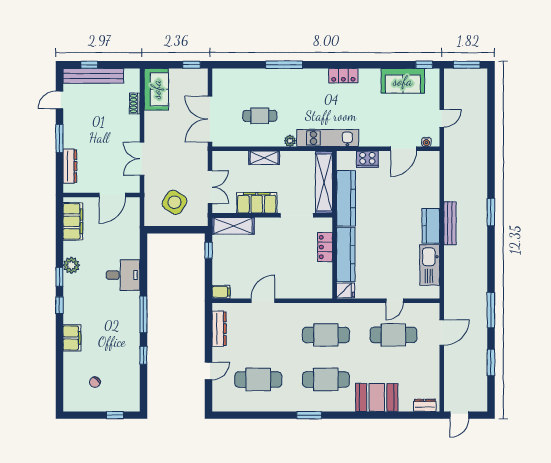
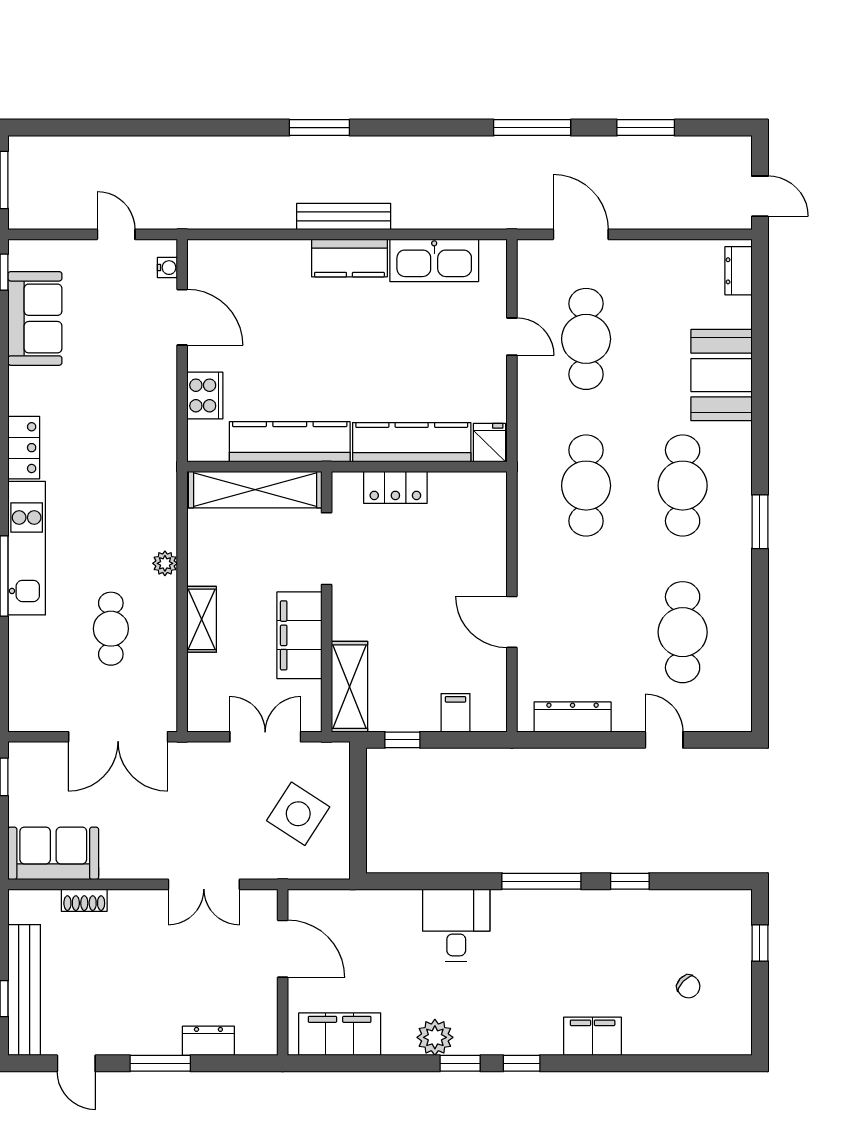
kitchen unit: (328, 138) -> (27, 548), moved, turned 180
dresser: (70, 166) -> (208, 1041), width x0.70
filing cabinet: (221, 292) -> (456, 713), moved

